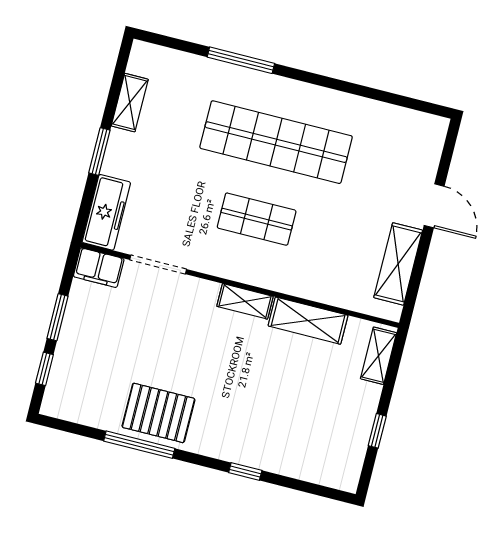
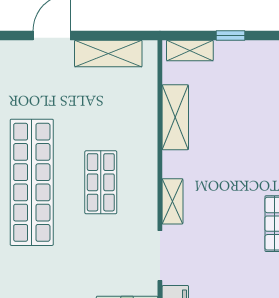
shelving: (245, 301) -> (172, 201), moved
window: (377, 431) -> (230, 36), moved

